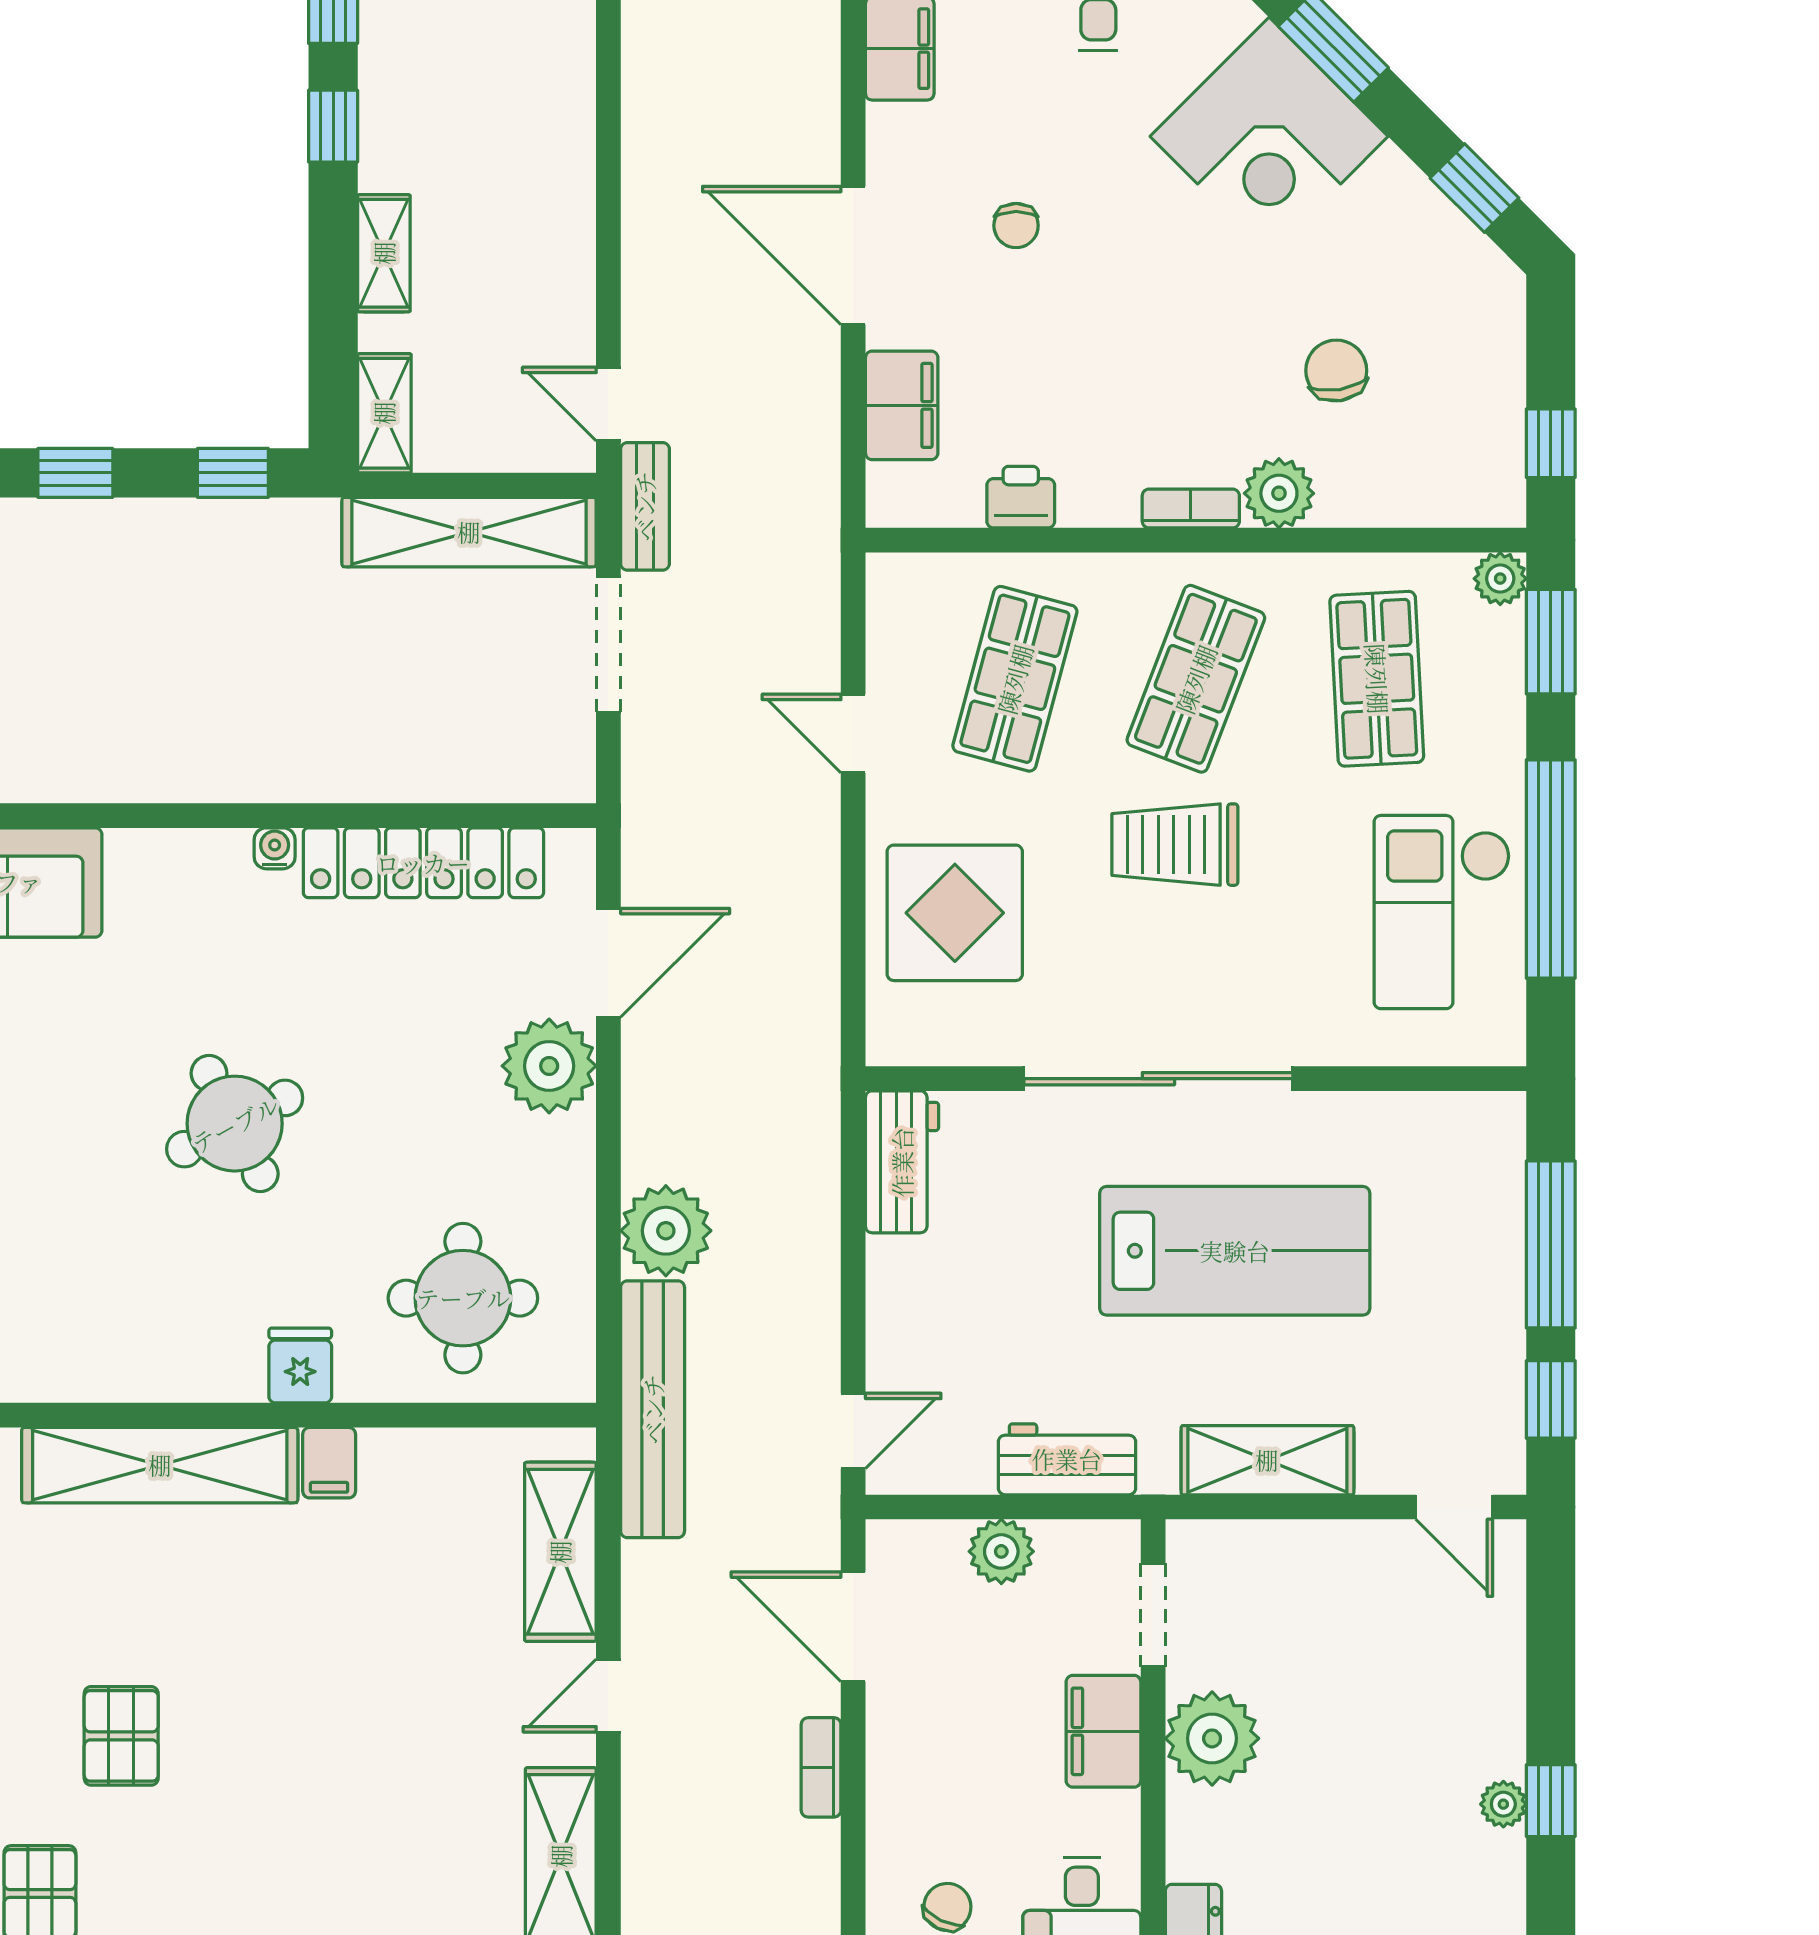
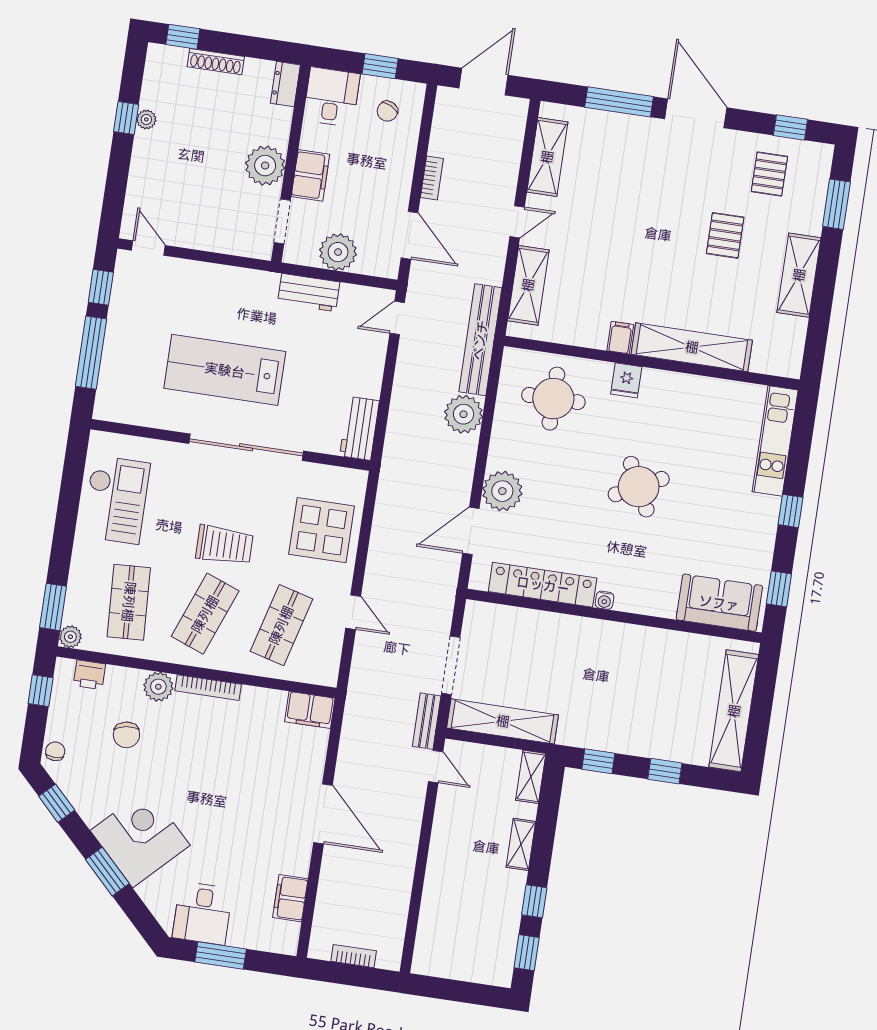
chair: (1016, 226) -> (55, 751), moved
filing cabinet: (902, 405) -> (310, 710), moved, turned -90
printer: (1021, 497) -> (89, 675), moved
bookcase: (1191, 509) -> (208, 688), width x1.56
window: (1551, 869) -> (67, 511), removed
shelving: (1267, 1460) -> (224, 279), removed
plant: (1001, 1551) -> (338, 252), width x1.36, depth x1.36

